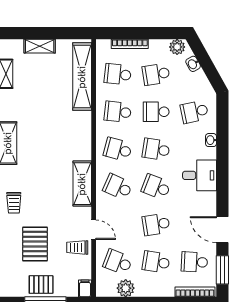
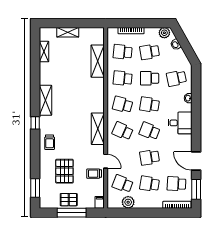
shelving: (82, 77) -> (98, 61), width x0.68

